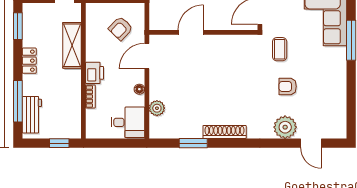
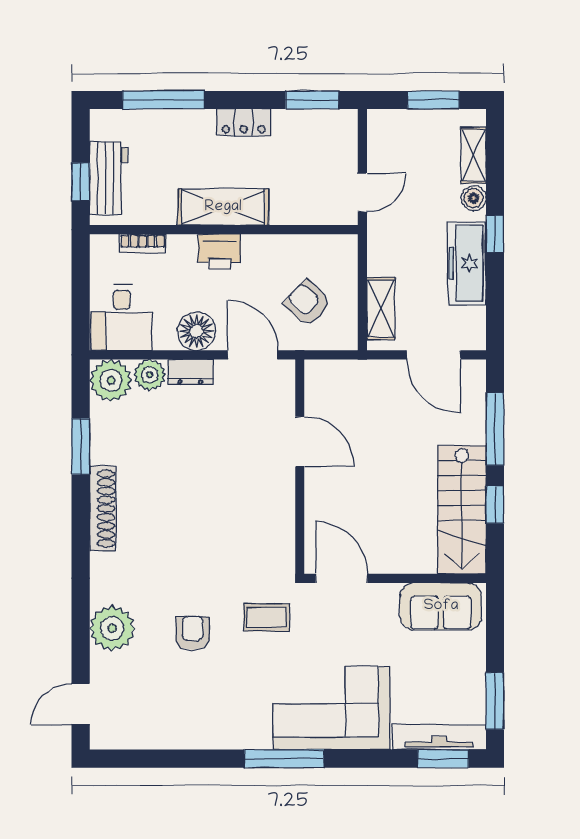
shelving: (72, 45) -> (223, 207), moved
dresser: (155, 88) -> (190, 372), added
floor lamp: (139, 89) -> (196, 331), width x1.89, depth x1.89
bookcase: (90, 96) -> (143, 243), moved
workbench: (32, 115) -> (108, 178), moved, turned -90
plant: (160, 128) -> (111, 380), added
door: (311, 143) -> (81, 704), moved

